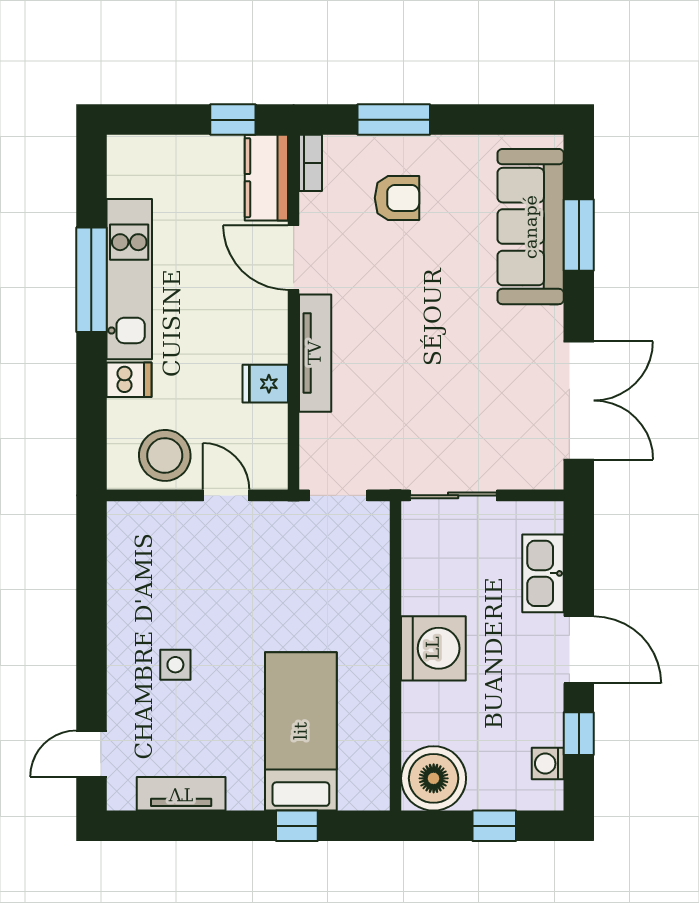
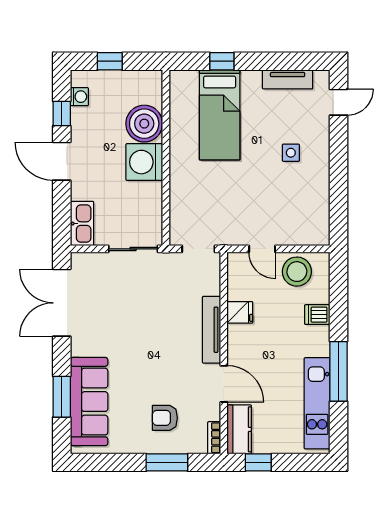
kitchen unit: (129, 279) -> (317, 403), moved
kitchen sink: (543, 573) -> (82, 224), moved
boiler: (434, 778) -> (144, 124), moved

